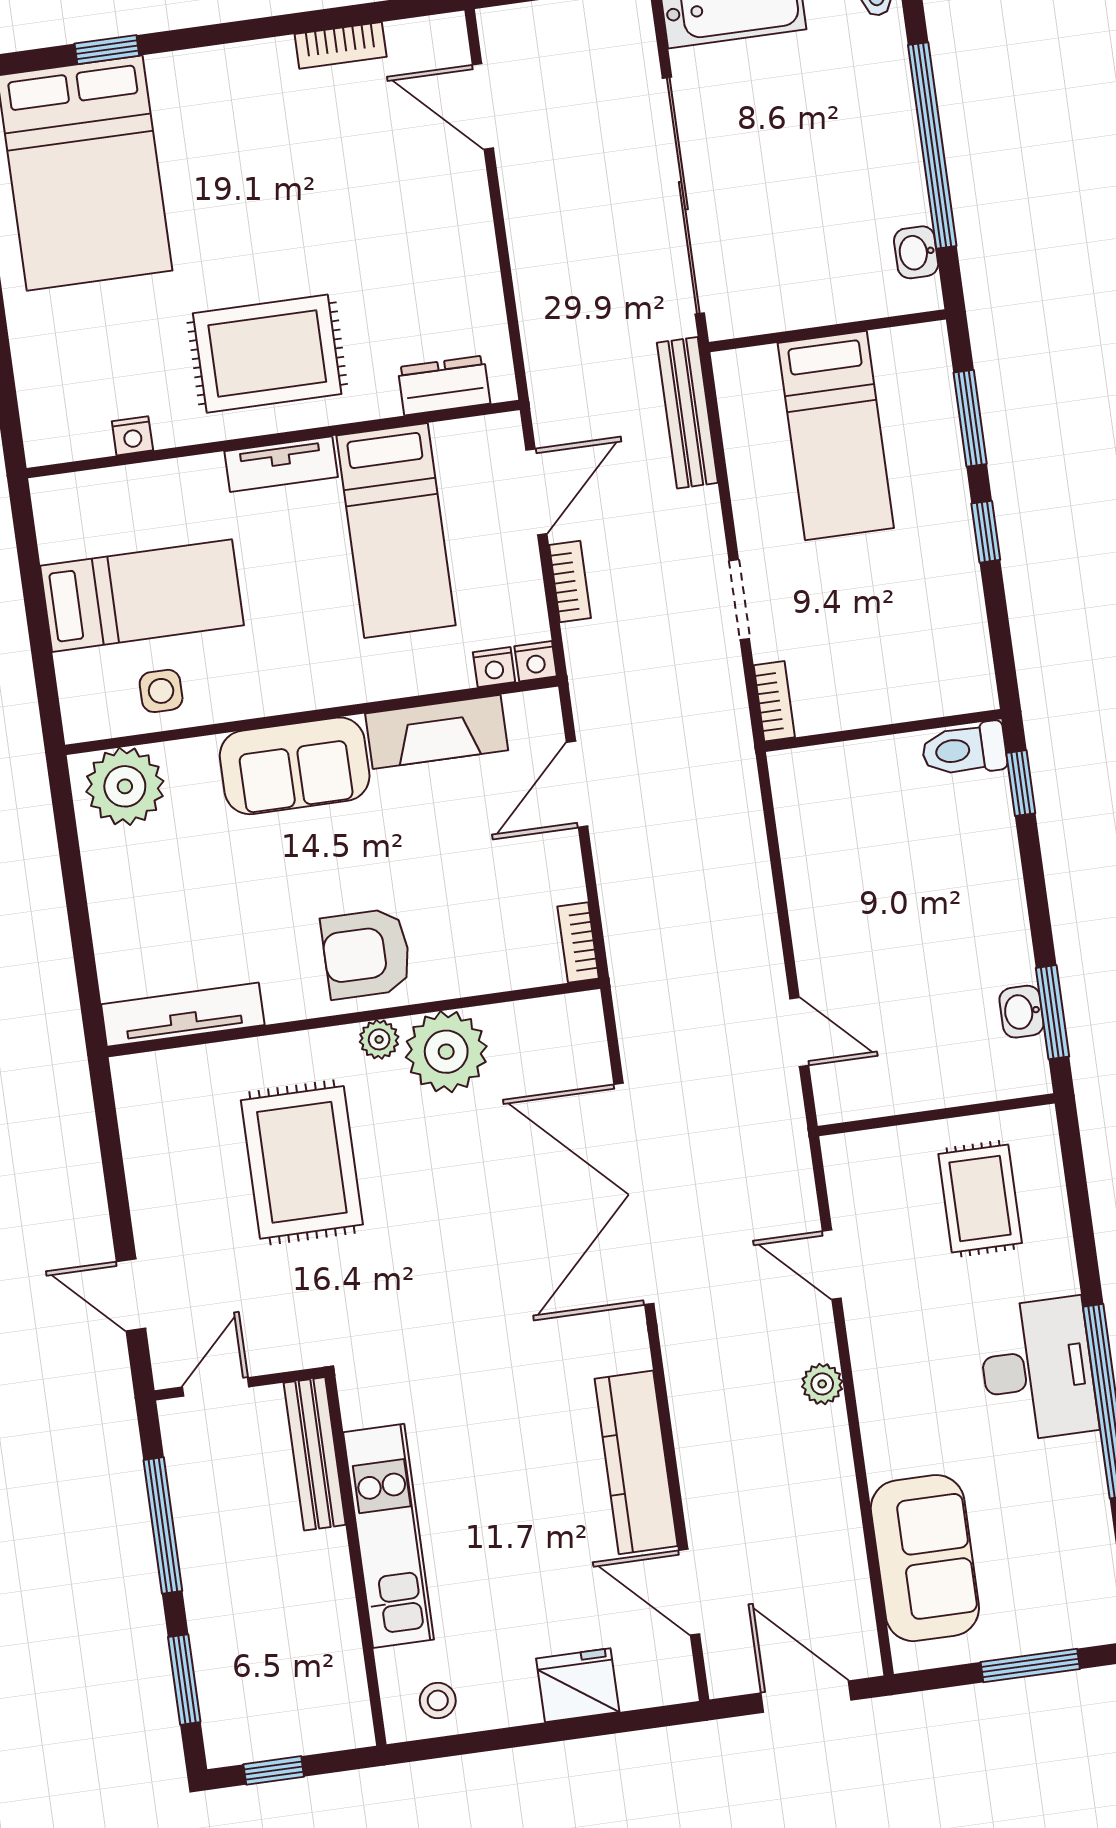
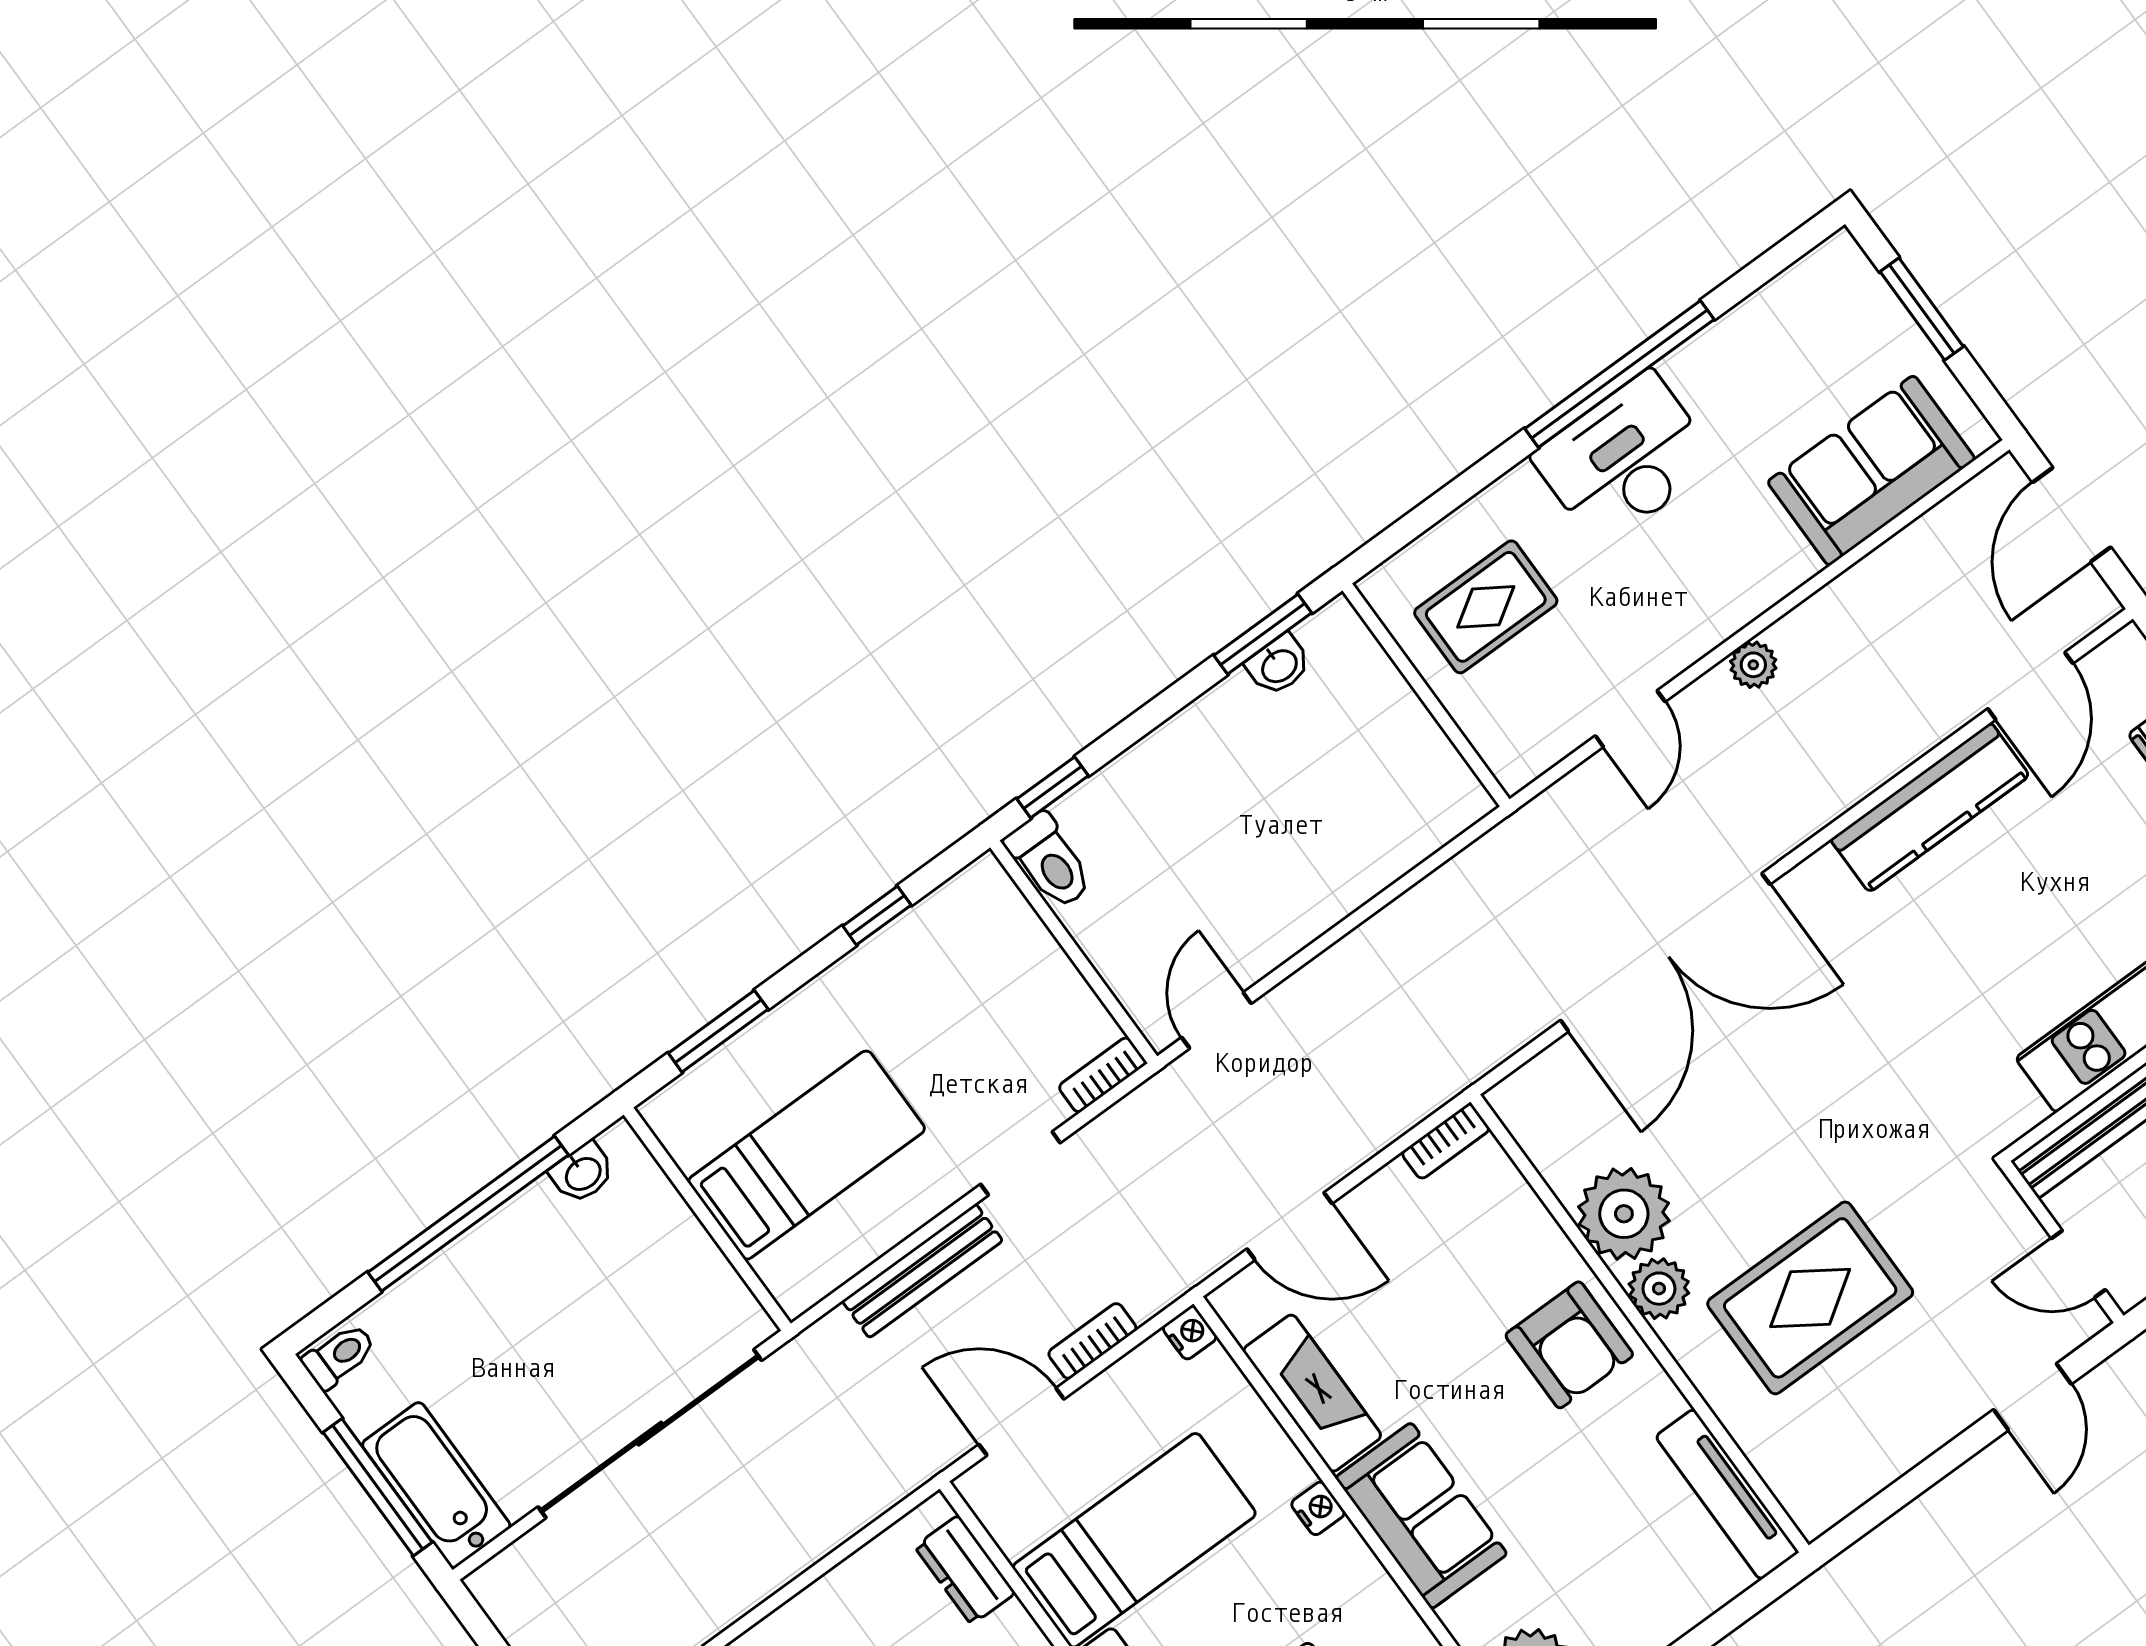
bench: (687, 413) -> (922, 1271), moved
window: (986, 532) -> (877, 915), moved
nightstand: (494, 667) -> (1318, 1508), moved
door: (799, 1032) -> (1216, 1020), moved
plant: (379, 1039) -> (1659, 1289), width x1.38, depth x1.38

